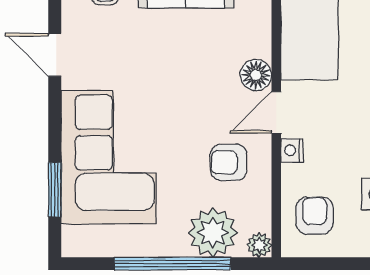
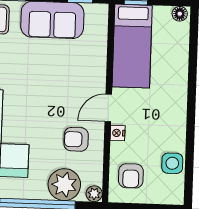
floor lamp: (256, 75) -> (96, 83), removed
armchair: (315, 216) -> (131, 176), turned 180

